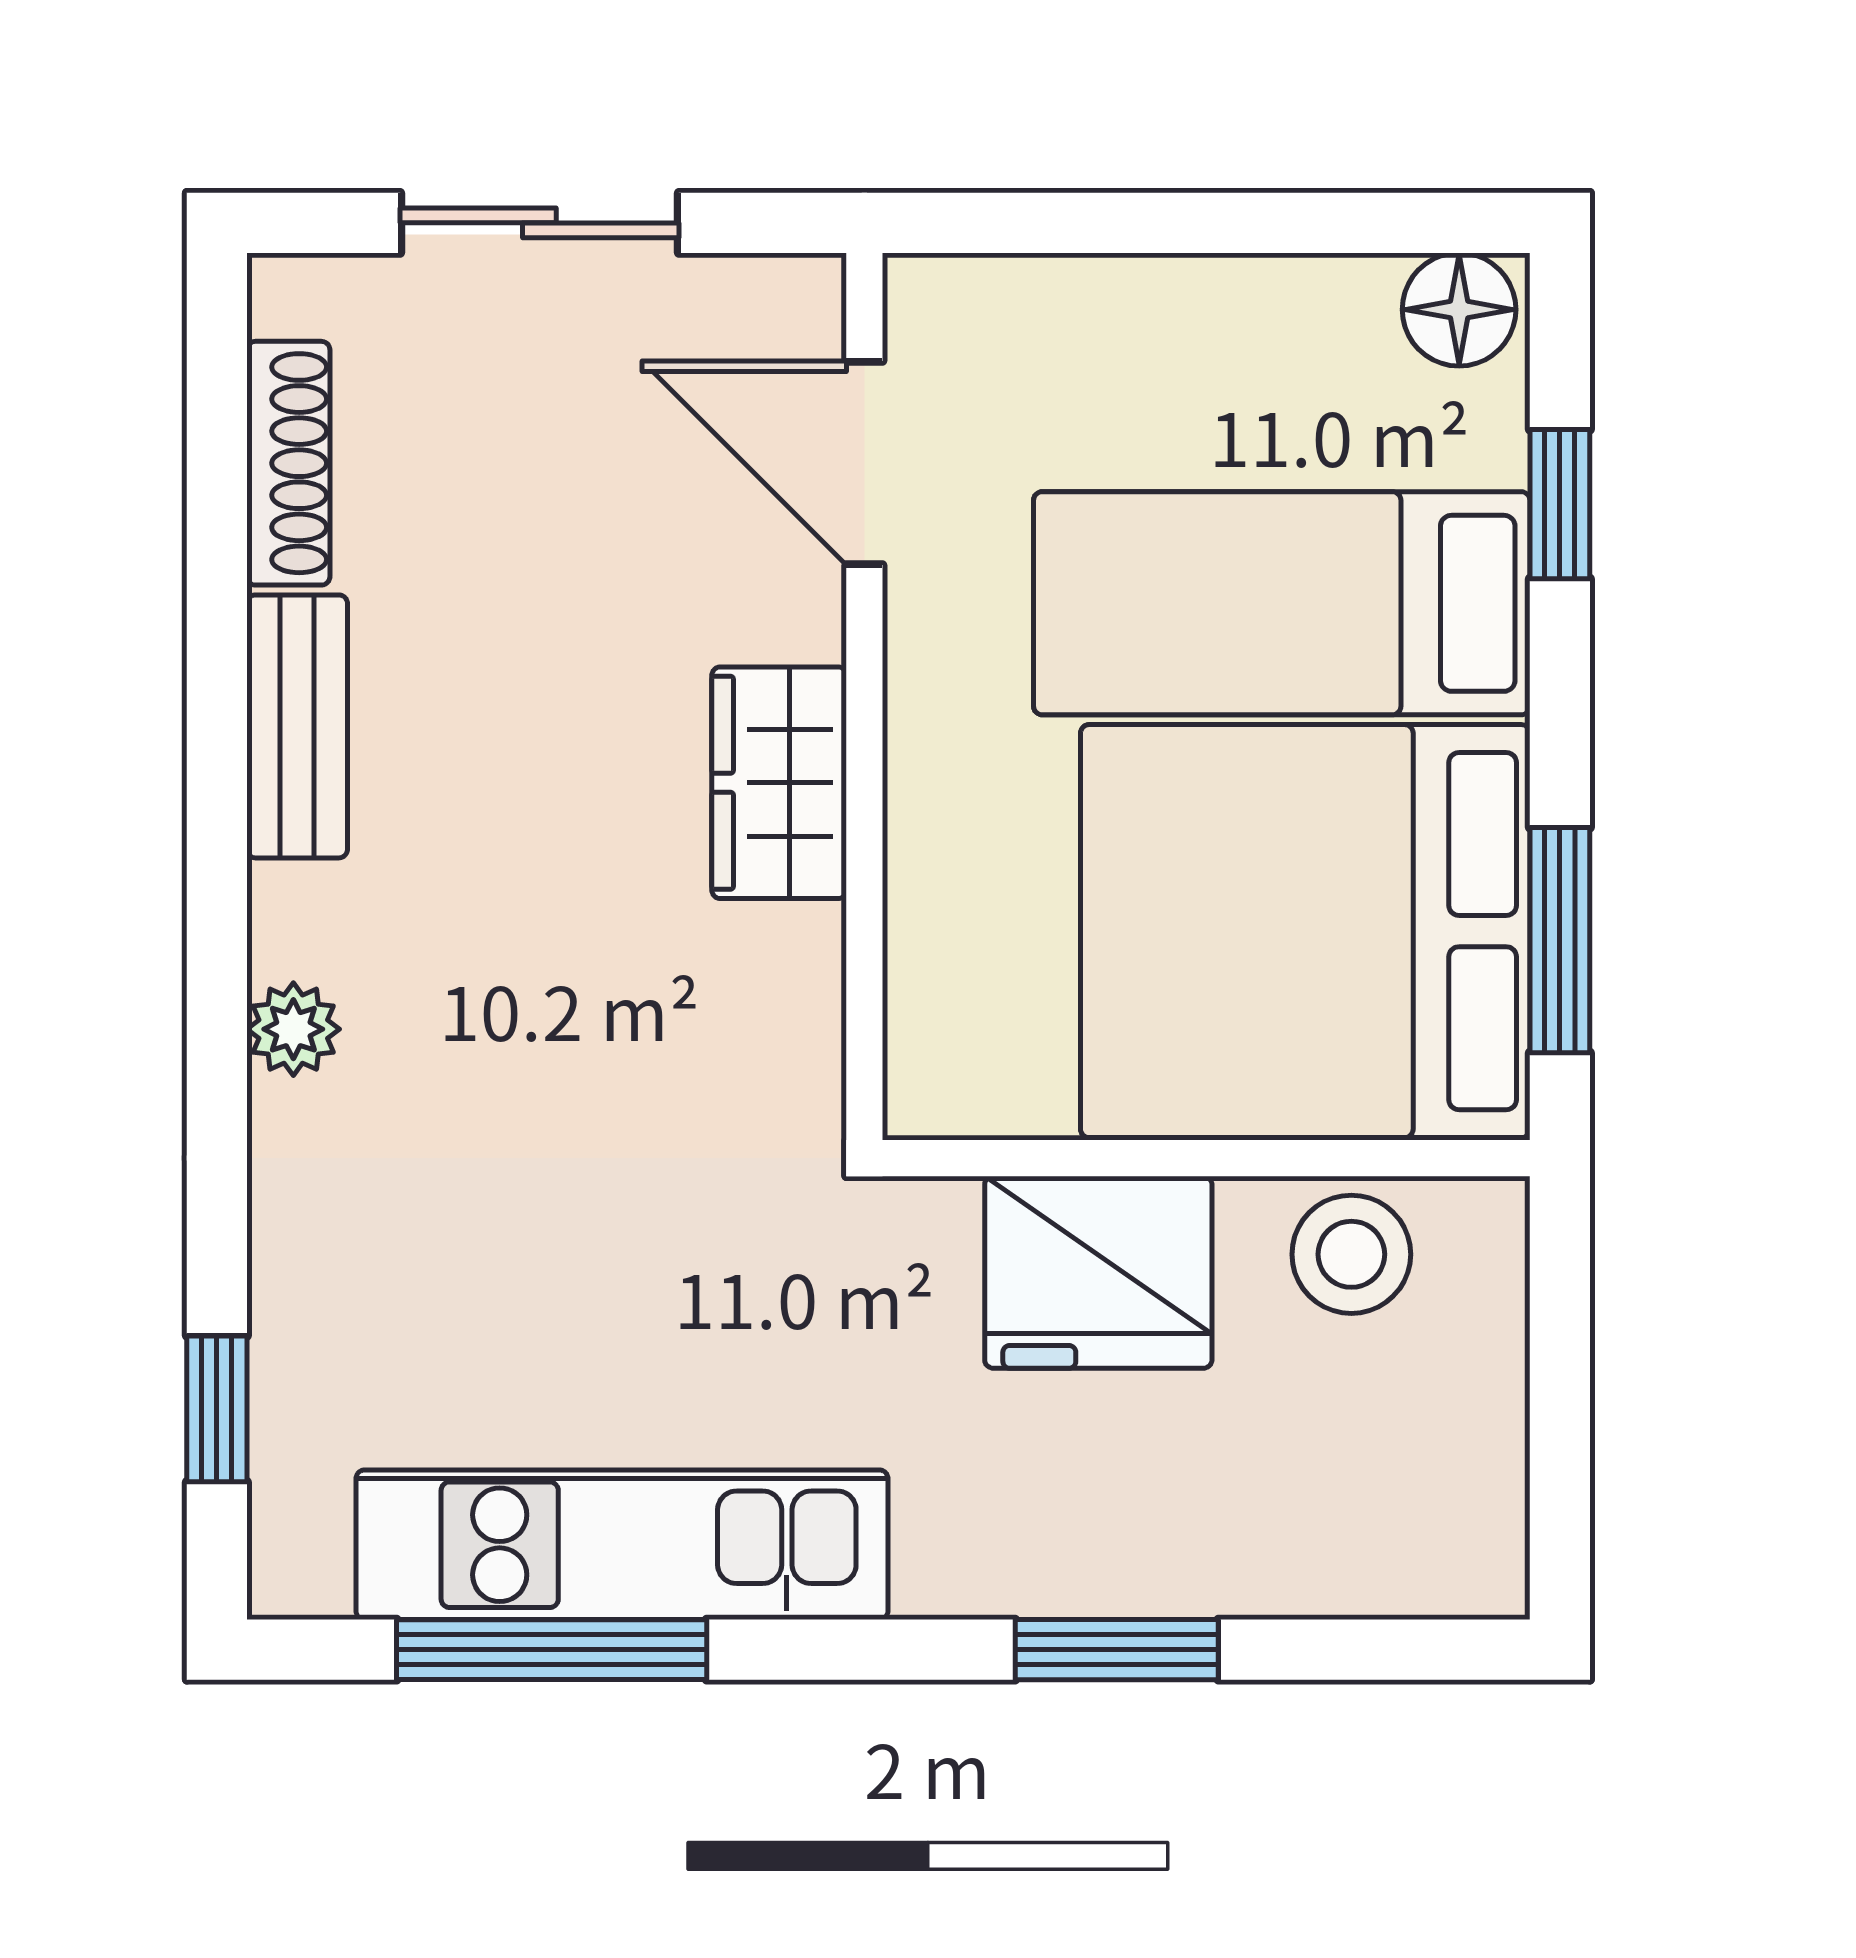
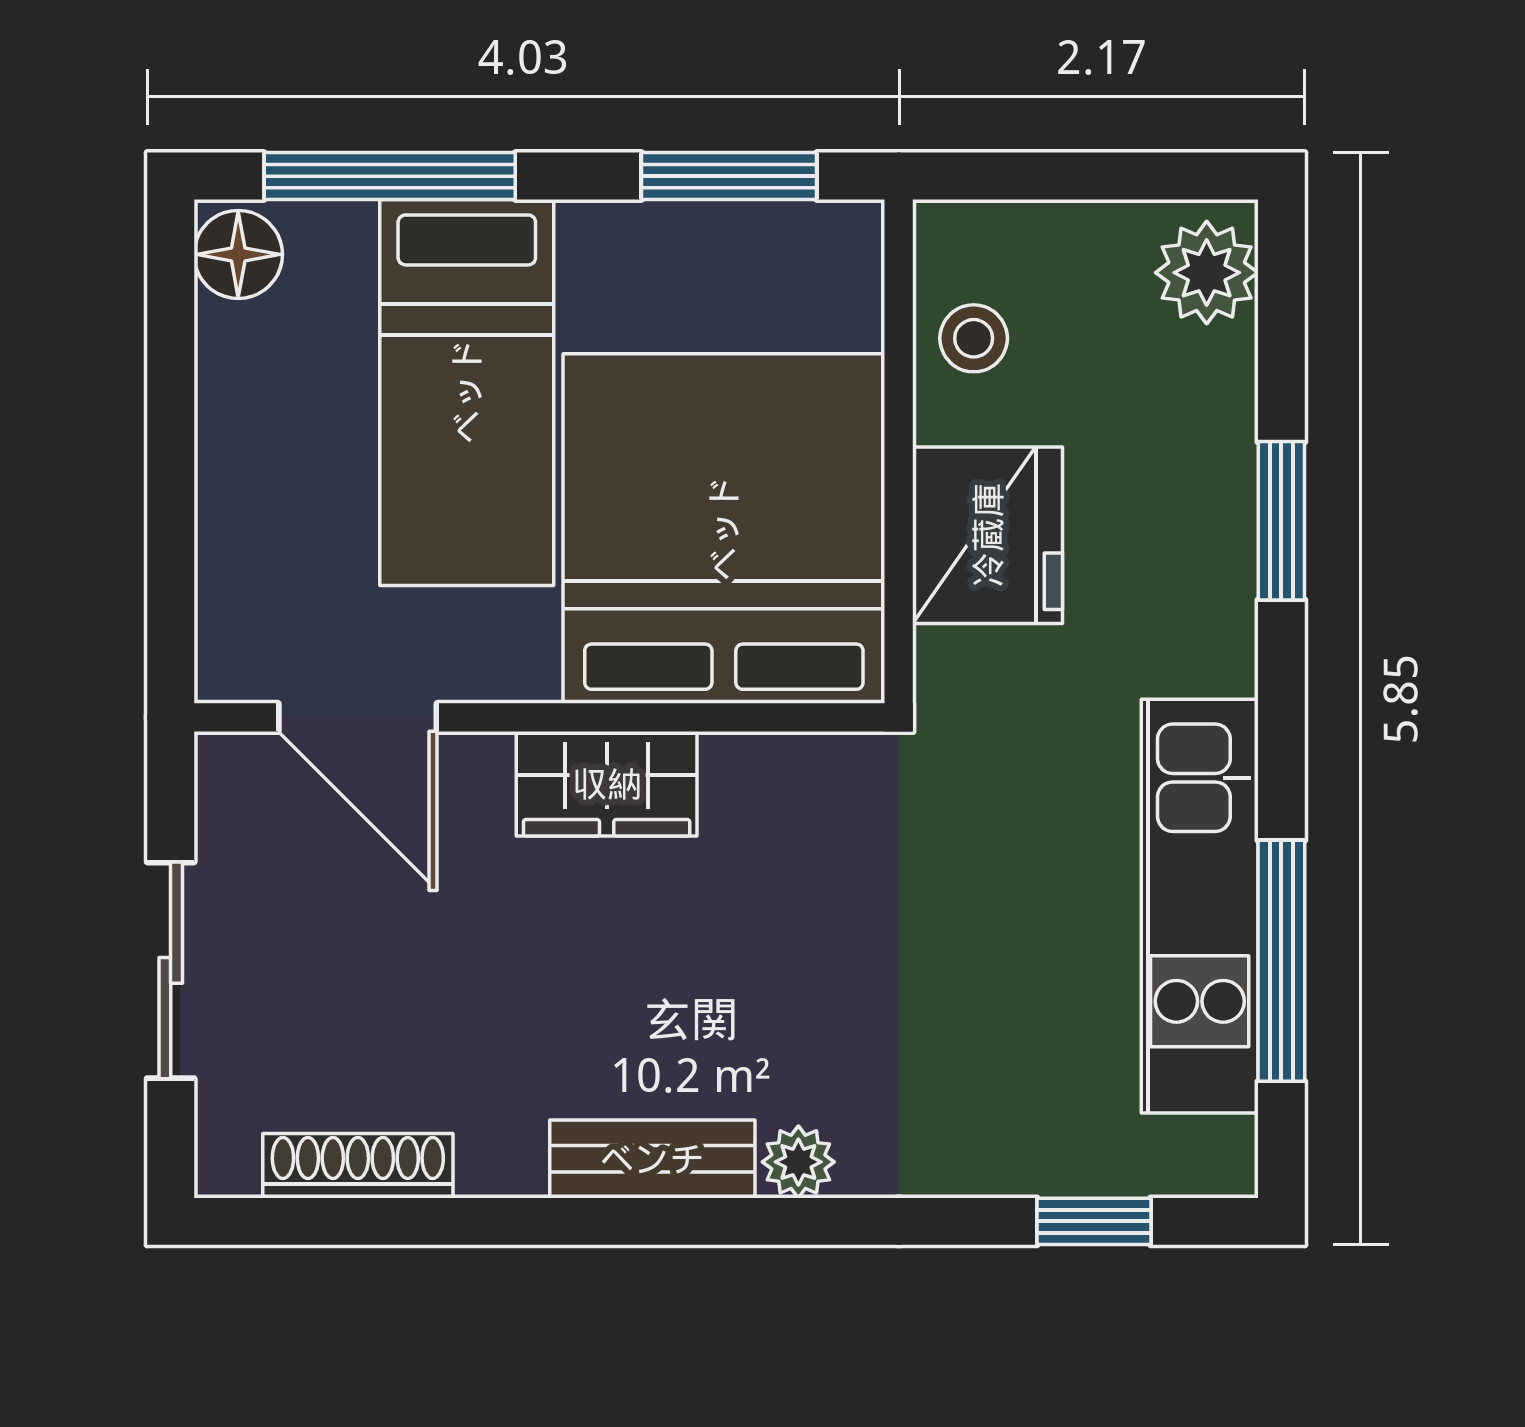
door: (864, 463) -> (358, 717), hinge flipped
window: (1560, 504) -> (390, 176), width x2.17
bench: (297, 726) -> (652, 1159), moved
bed: (1305, 931) -> (724, 529), moved, turned 180
stool: (1351, 1254) -> (974, 338), width x0.73, depth x0.73
plant: (1436, 1554) -> (1207, 273), added

